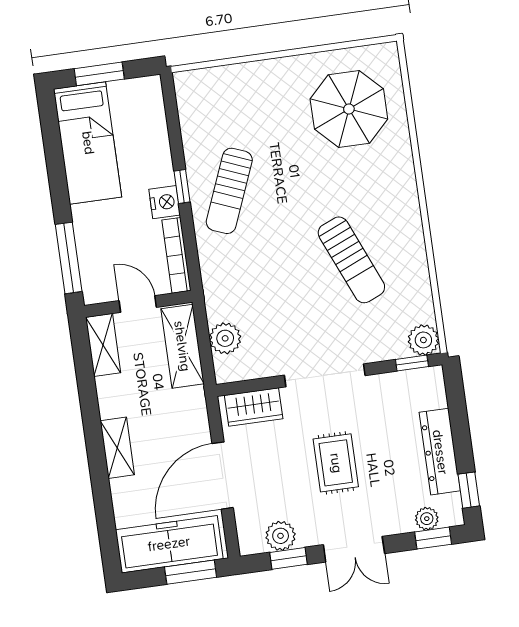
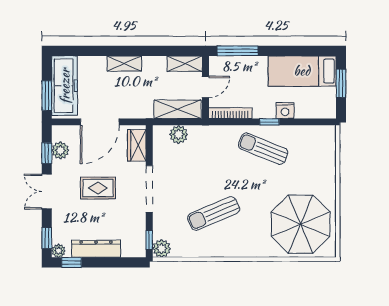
parasol: (349, 109) -> (301, 224), width x1.36, depth x1.36
nightstand: (165, 202) -> (285, 111), moved
door: (223, 476) -> (100, 122), swing flipped
plant: (427, 519) -> (58, 251), moved

